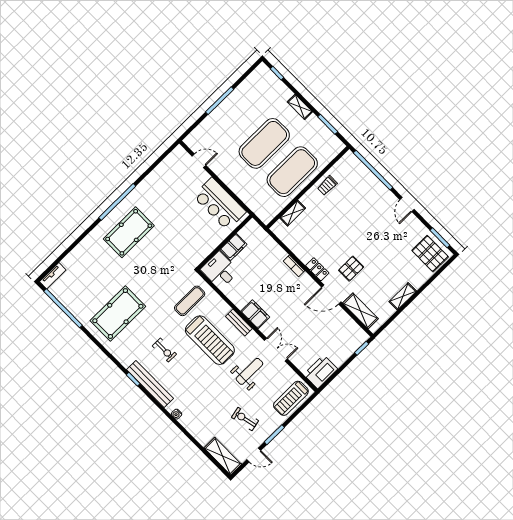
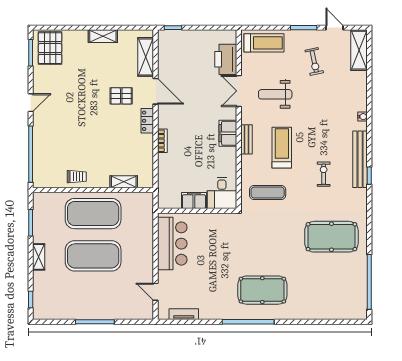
tv unit: (53, 276) -> (184, 314), moved
treadmill: (210, 340) -> (282, 148), width x0.73, depth x0.73
printer: (321, 372) -> (226, 59), moved, turned 90

